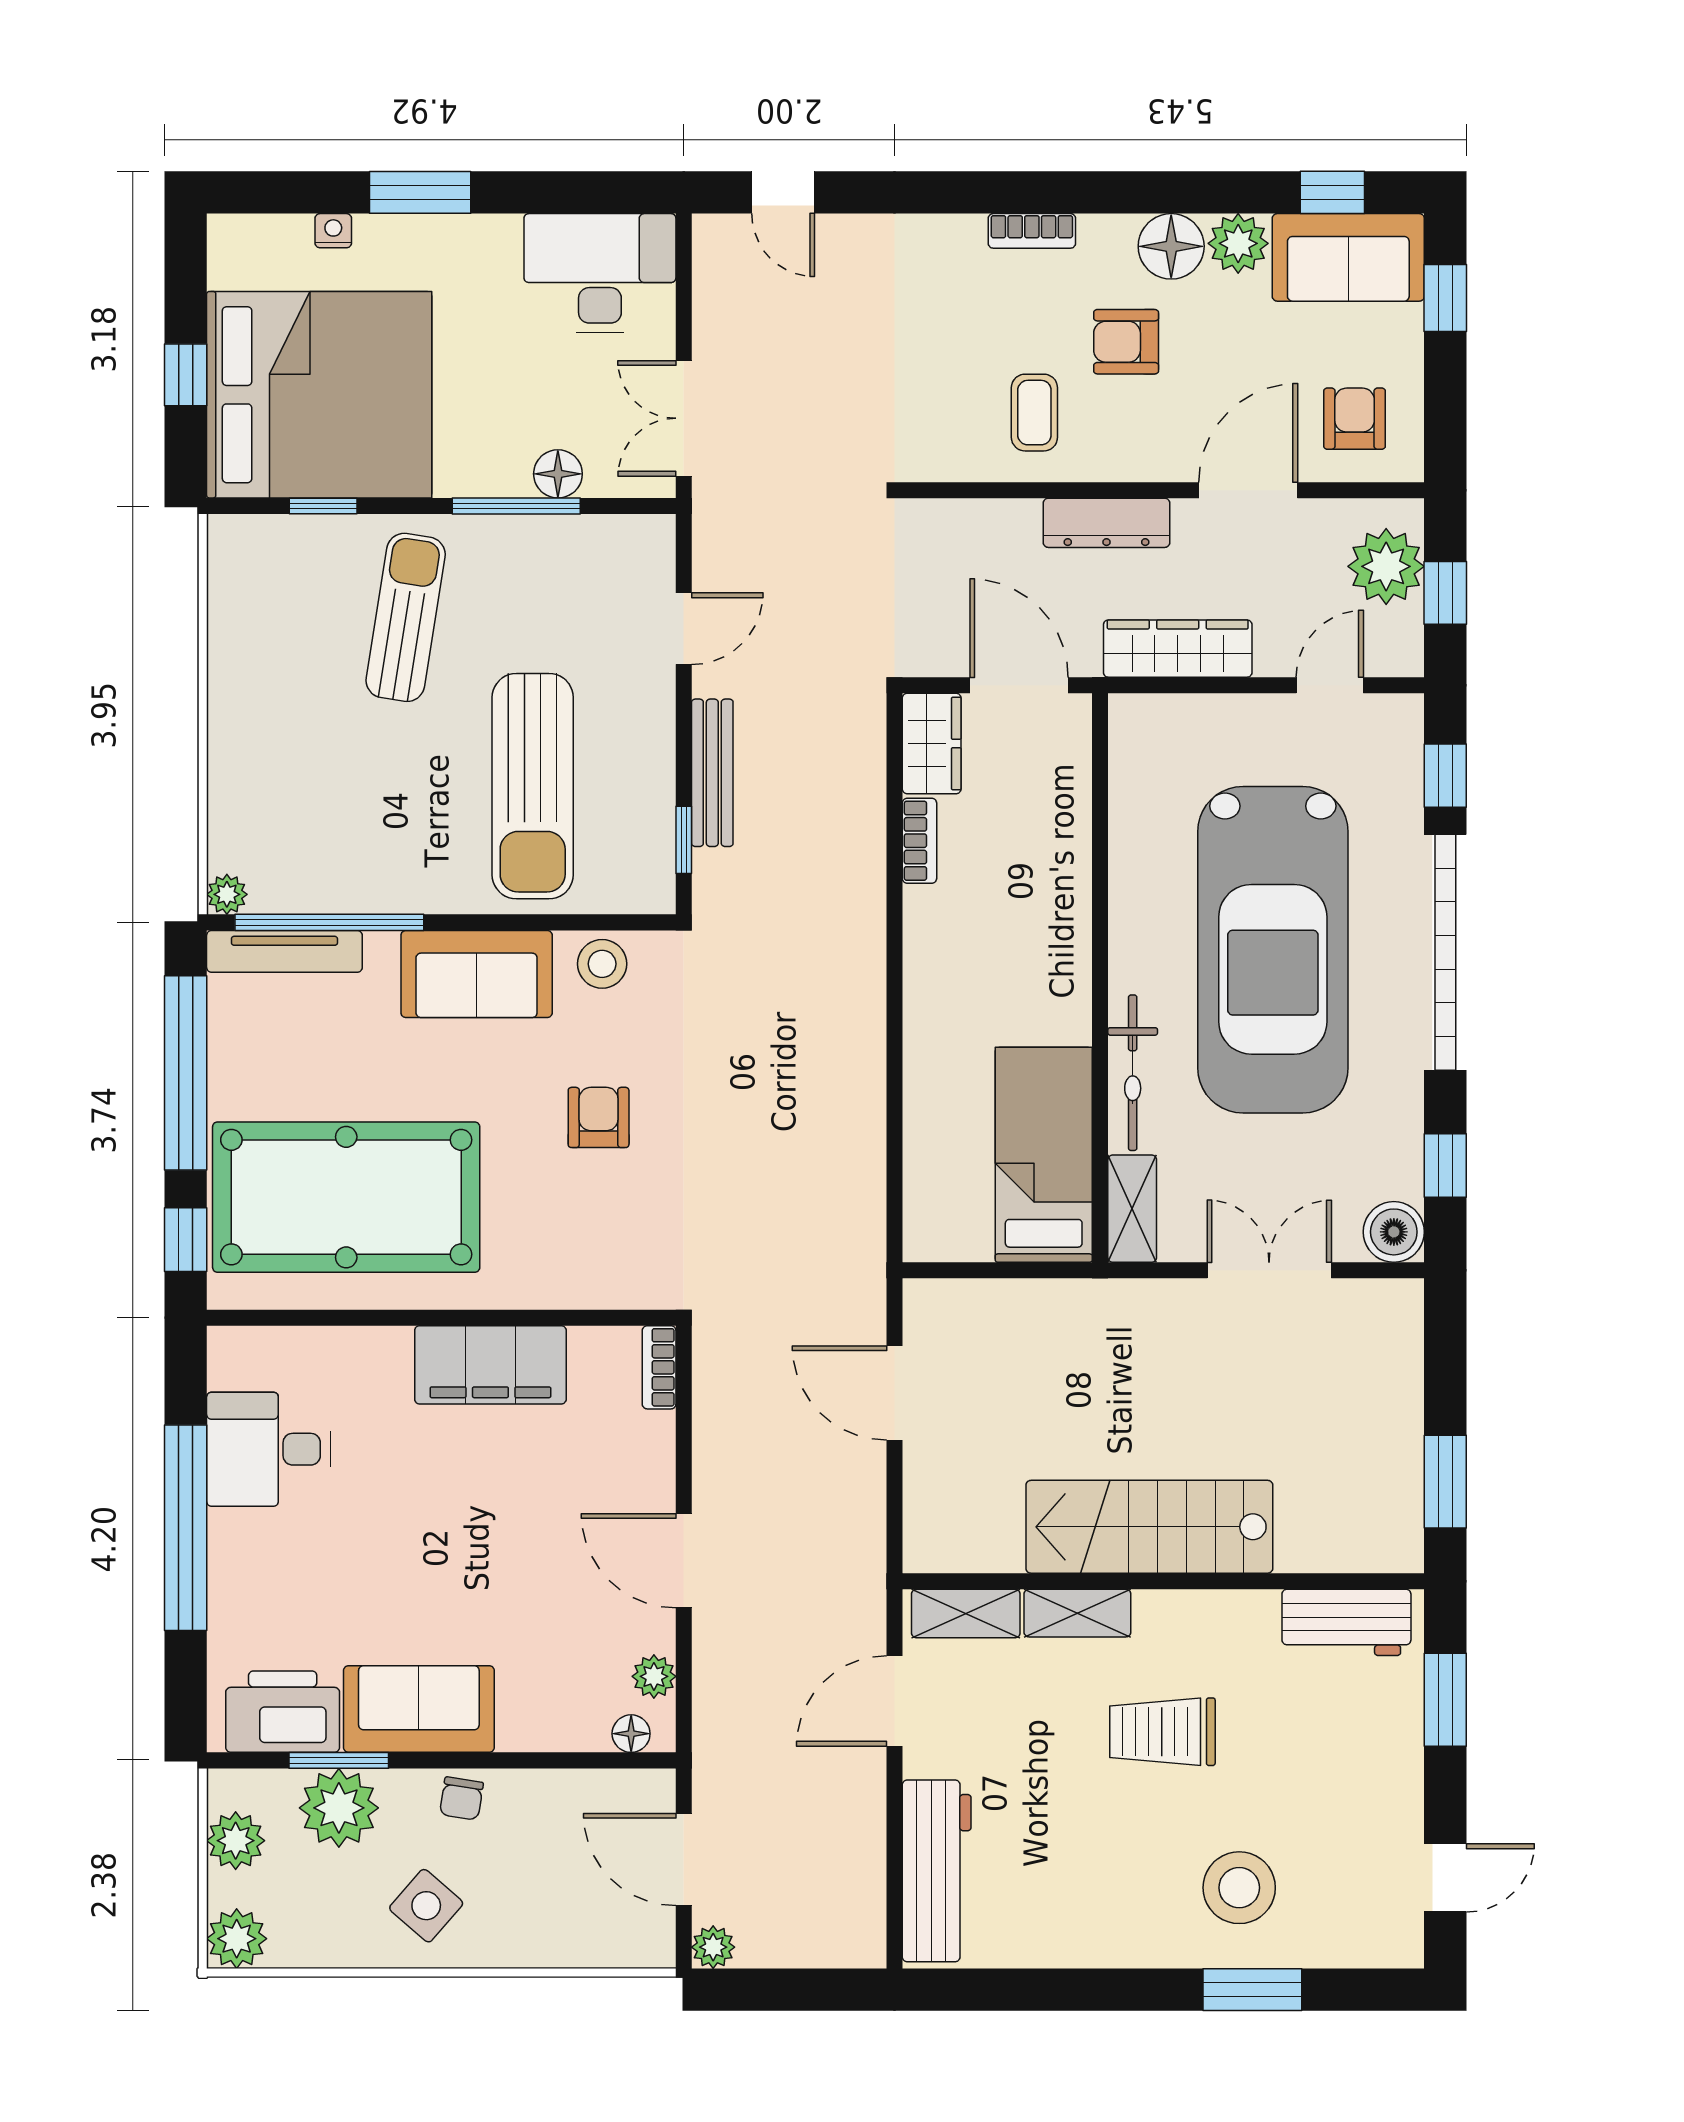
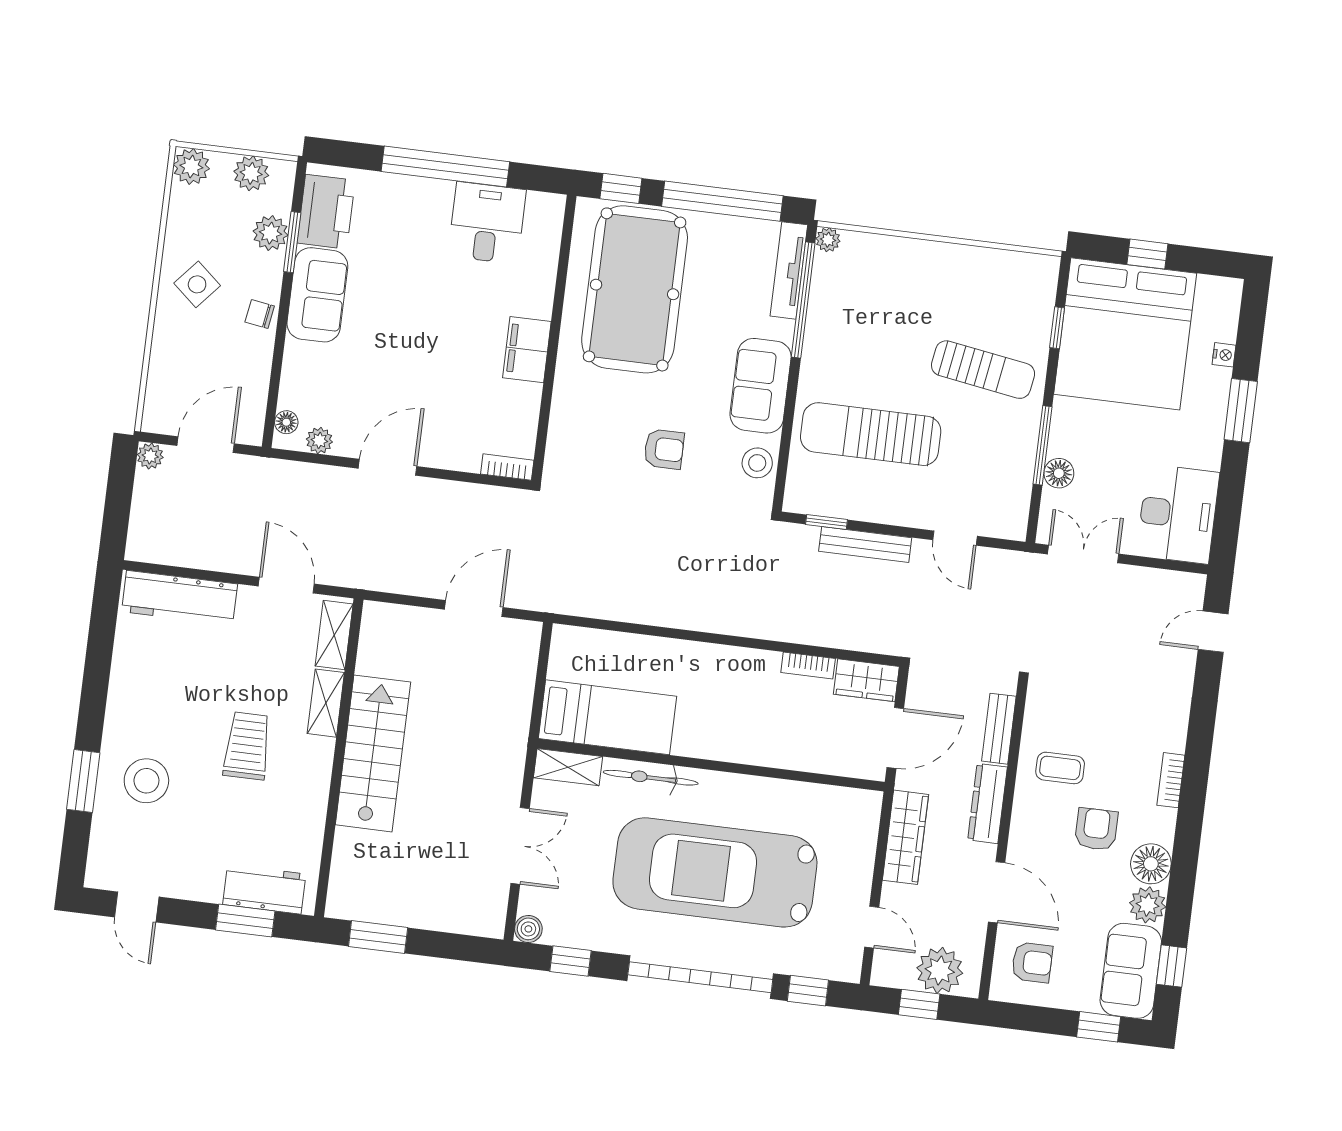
bench: (983, 519) -> (999, 729), added
boiler: (1394, 1232) -> (528, 929), width x0.73, depth x0.73
filing cabinet: (490, 1365) -> (527, 350), width x0.67, depth x0.86
workbench: (1346, 1622) -> (264, 889), moved, turned 90
plant: (339, 1808) -> (271, 233), width x0.73, depth x0.73

